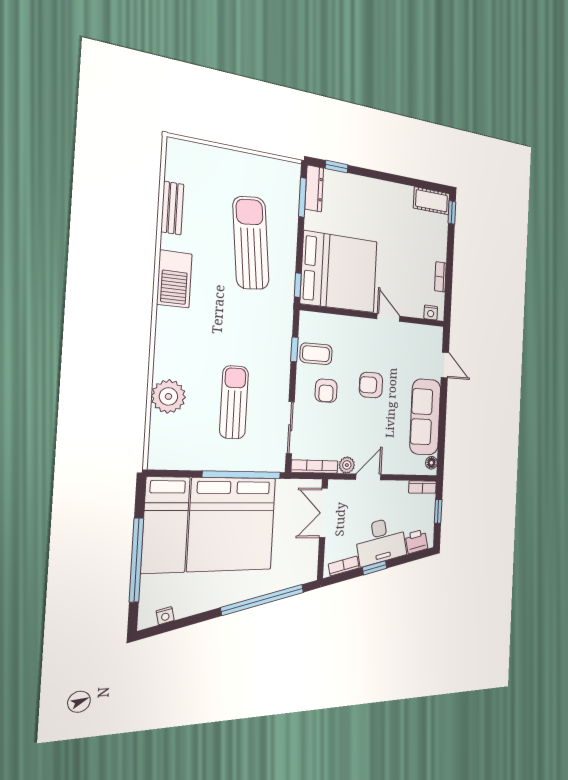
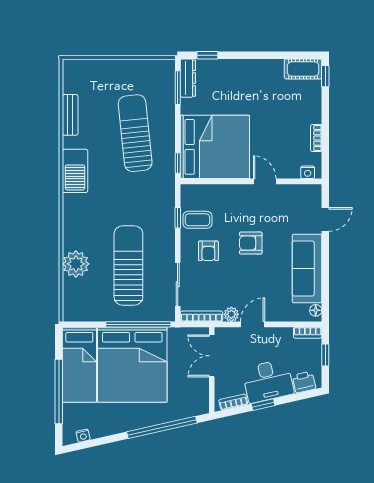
door: (445, 365) -> (325, 219), hinge flipped
sun lounger: (234, 402) -> (128, 265), width x1.36, depth x1.34

